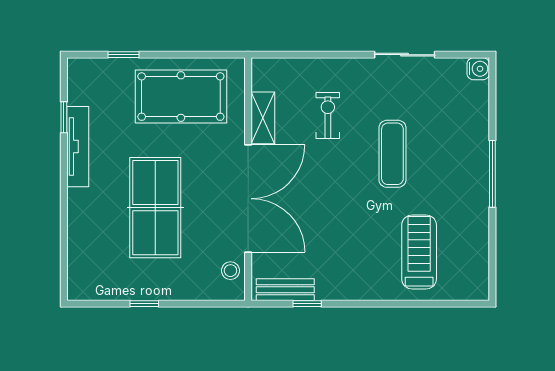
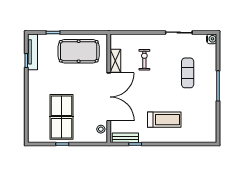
tv unit: (78, 147) -> (32, 52), moved
exercise mat: (392, 154) -> (188, 73), moved
table tennis table: (155, 208) -> (62, 117), moved
treadmill: (419, 252) -> (164, 120), moved, turned 90

